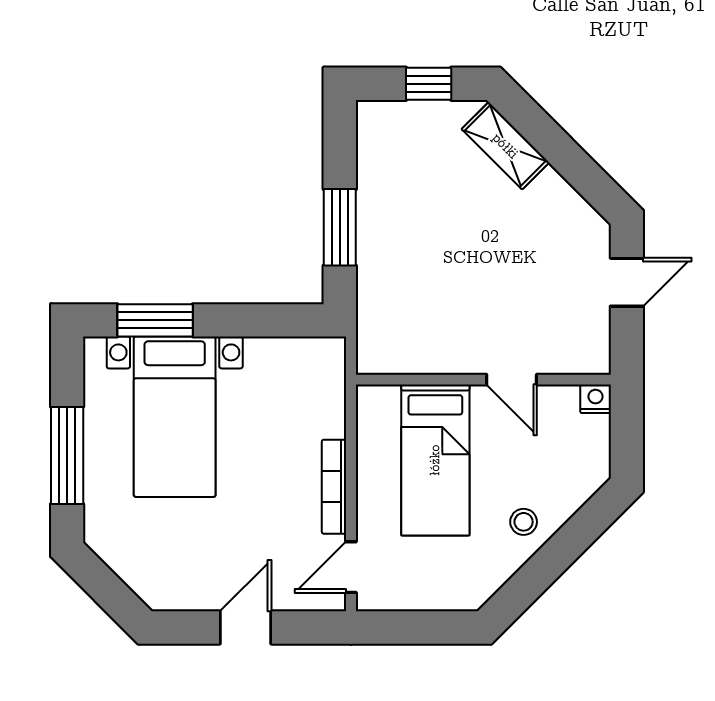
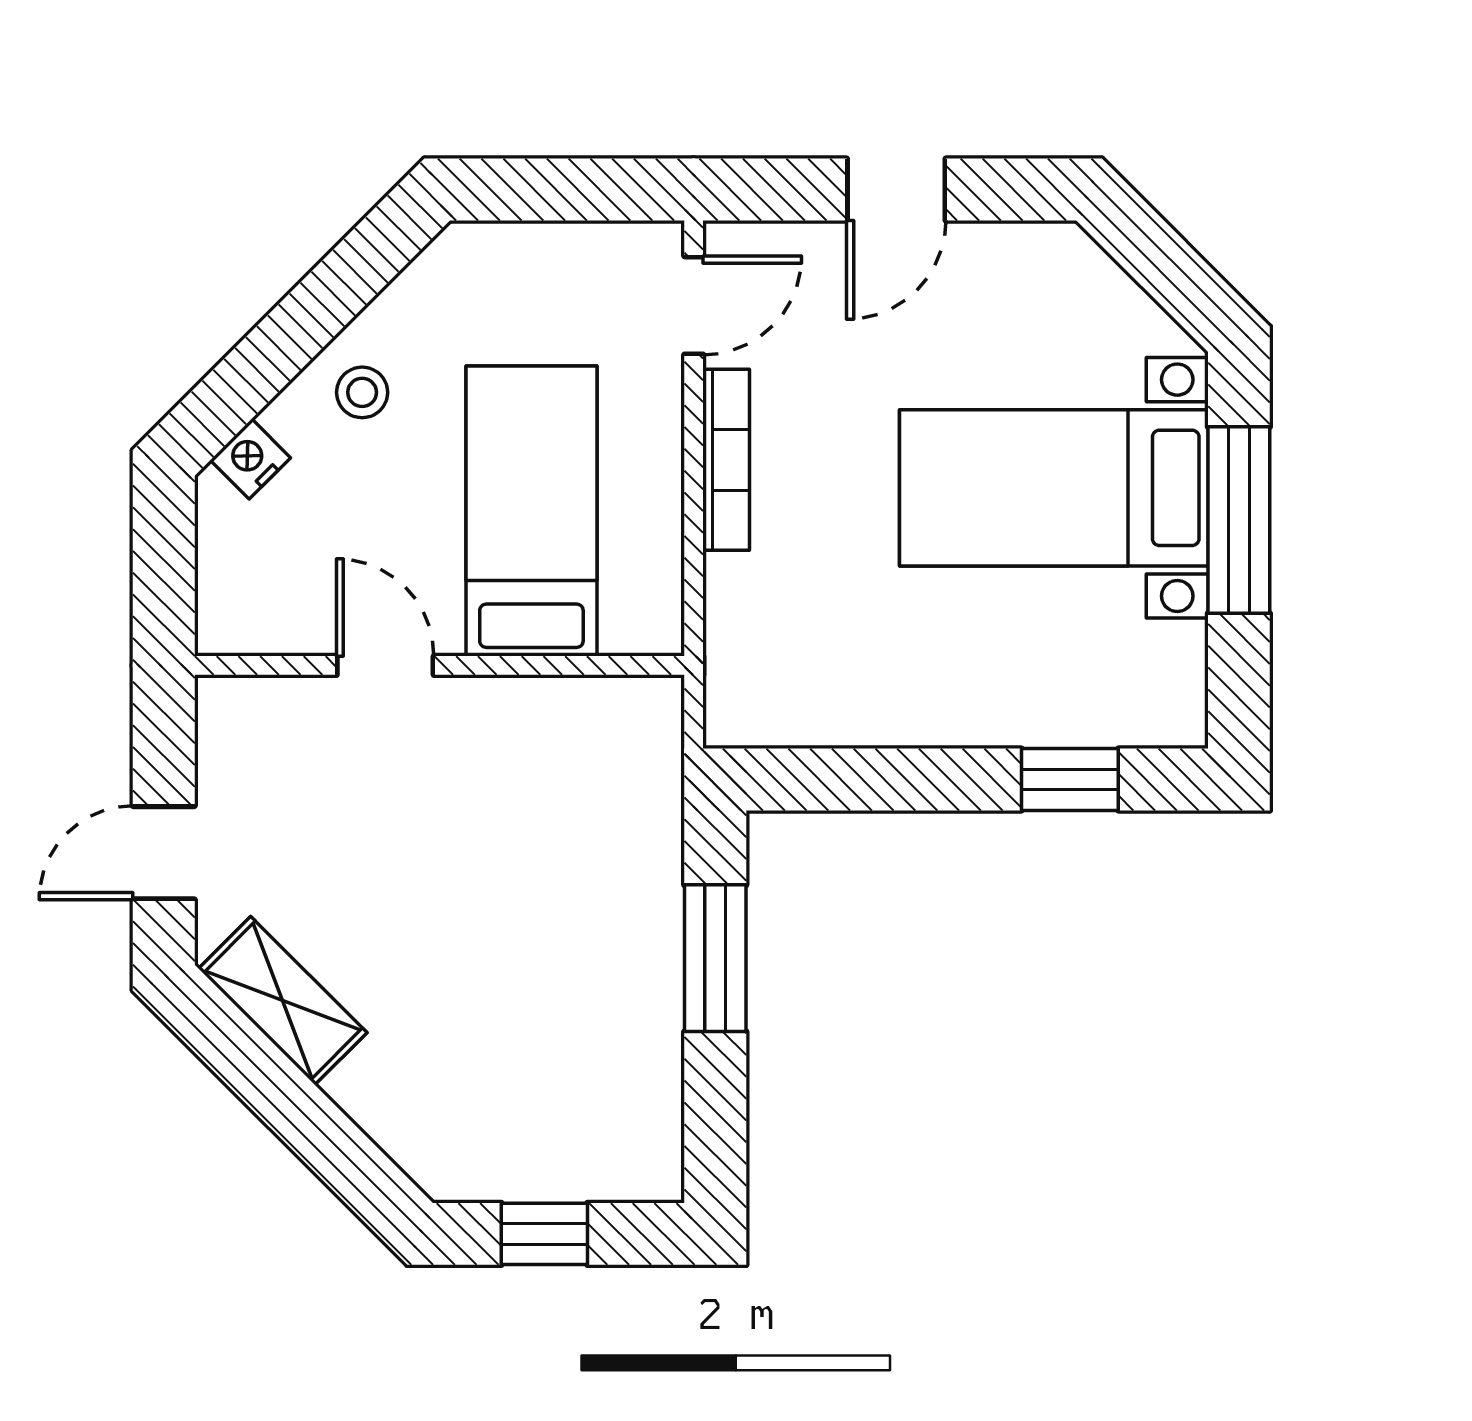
shelving: (505, 146) -> (283, 1001), moved
window: (155, 320) -> (1070, 779), width x0.67
nightstand: (596, 399) -> (250, 459), moved, turned 135
bed with nightstands: (175, 417) -> (1054, 488), moved, turned -90

